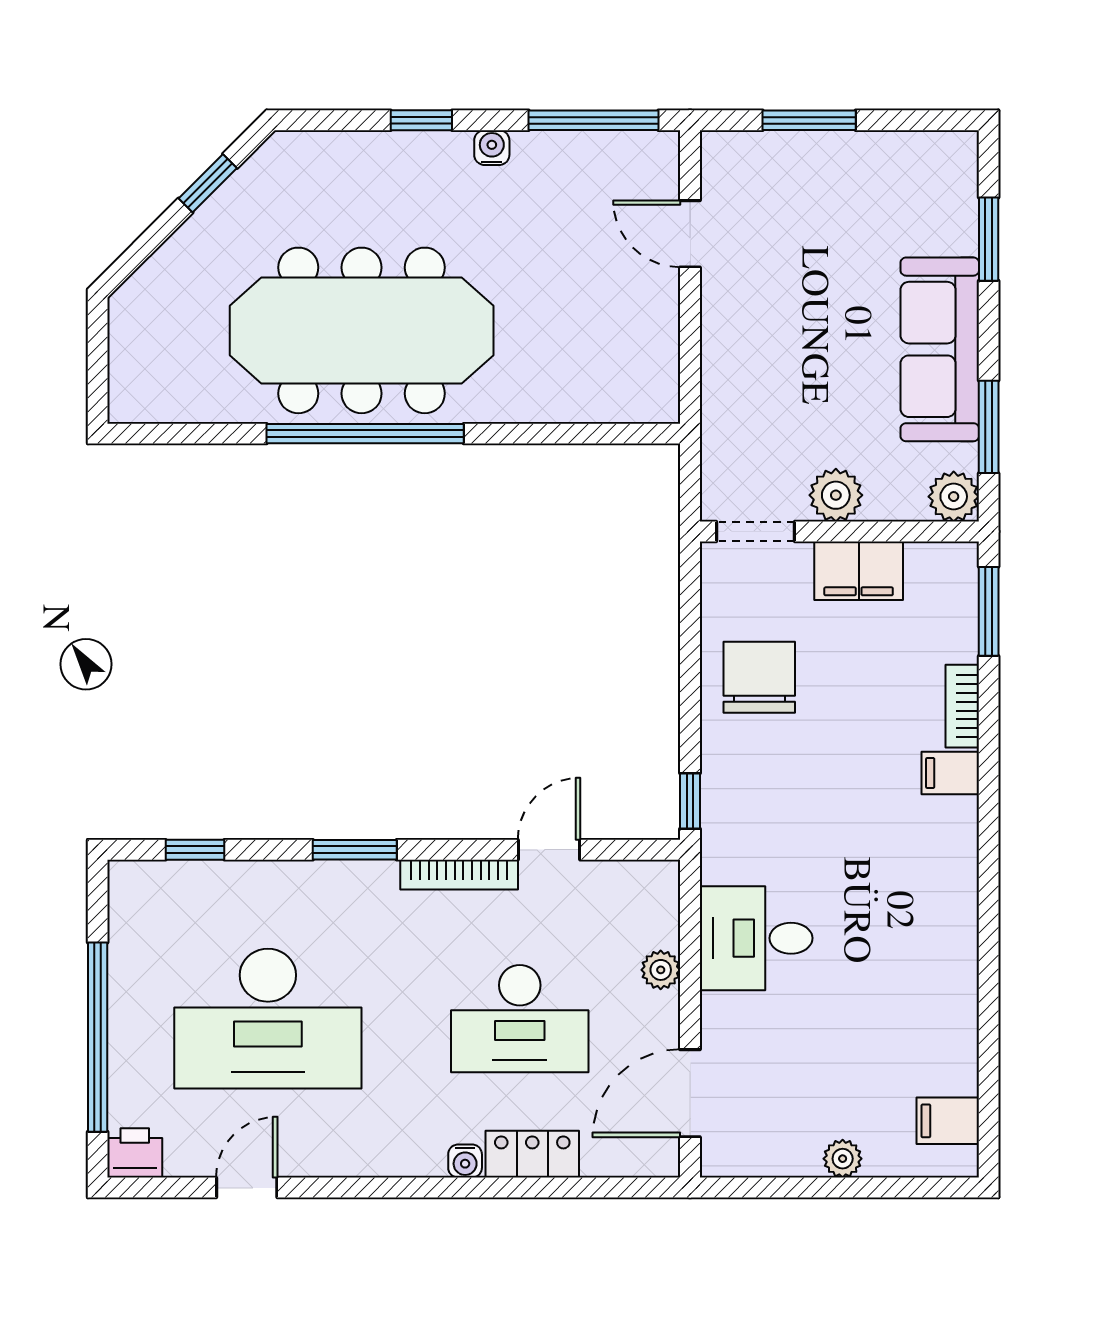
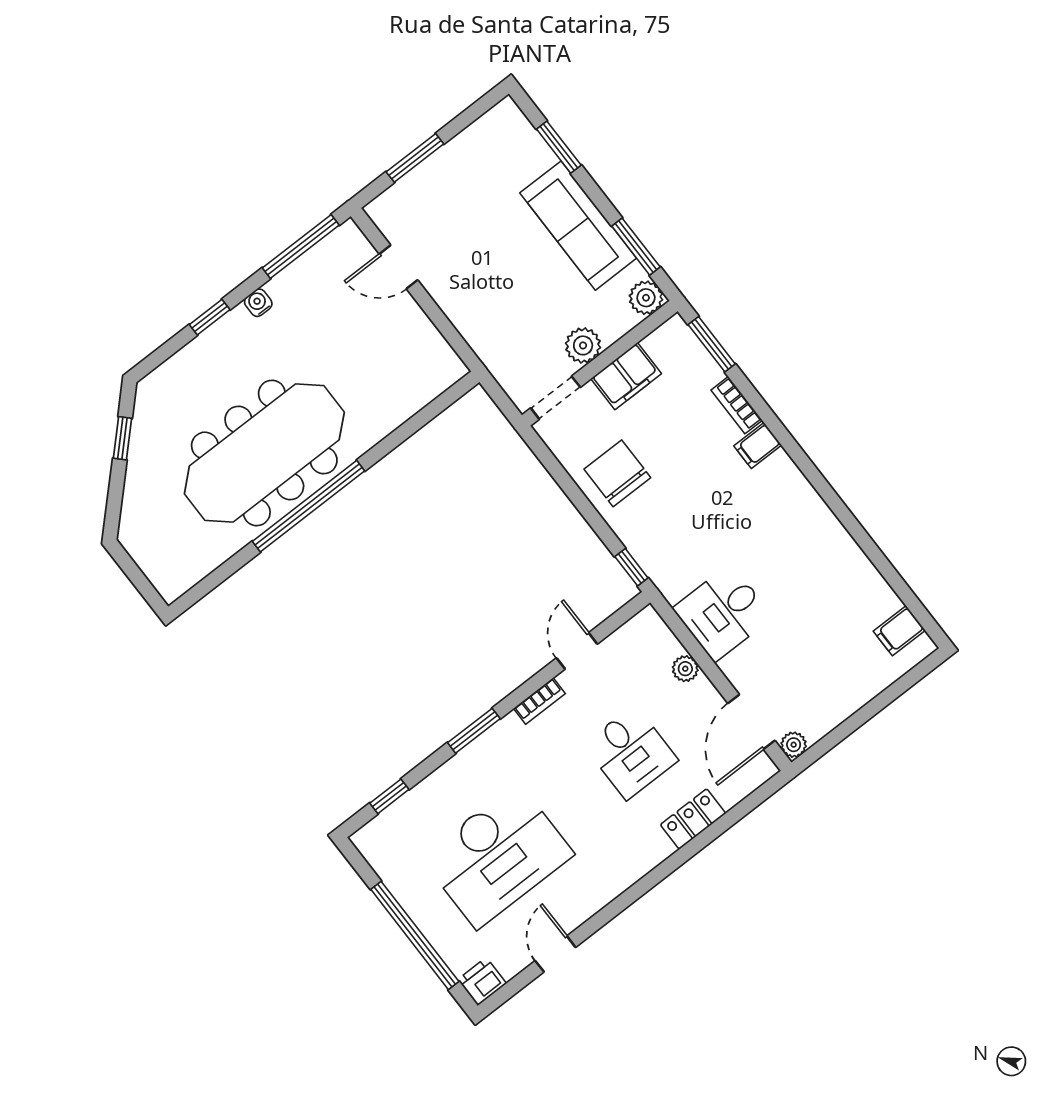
bookcase: (459, 875) -> (539, 701), width x0.64
desk: (520, 1019) -> (631, 752), width x0.73
plant: (843, 1159) -> (794, 745), moved
water cooler: (465, 1161) -> (660, 850), removed

